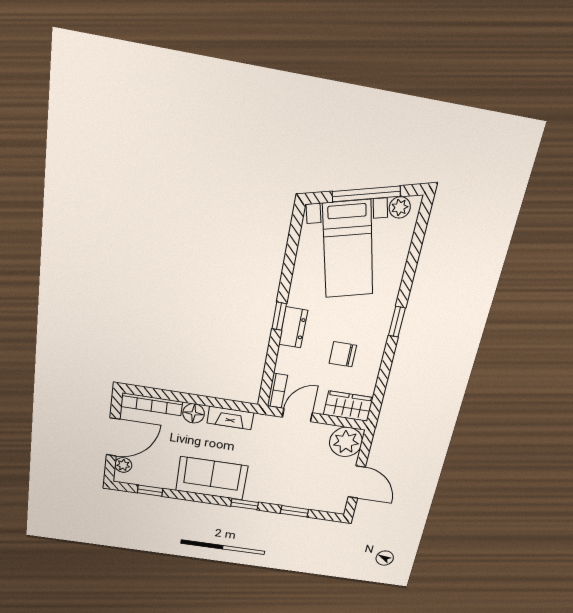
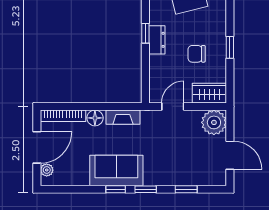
window: (397, 322) -> (230, 47), moved
bookcase: (277, 391) -> (154, 90), removed
window: (150, 491) -> (116, 189), moved

